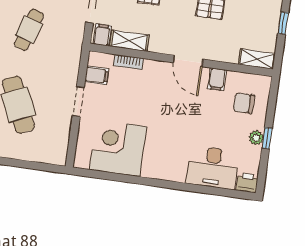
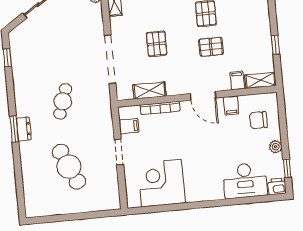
filing cabinet: (102, 35) -> (237, 81), moved
bookcase: (128, 62) -> (160, 108), width x1.56
window: (267, 138) -> (287, 168), moved

